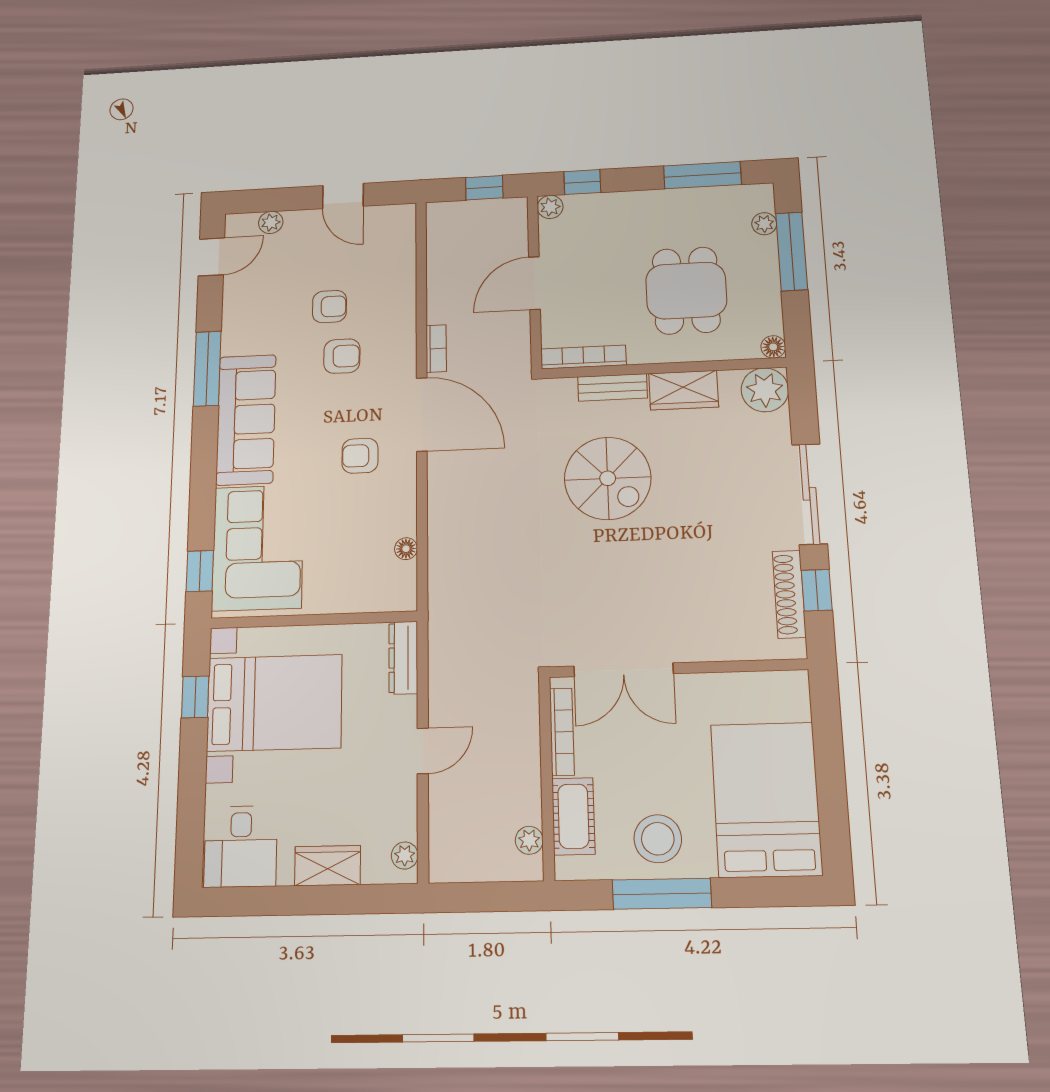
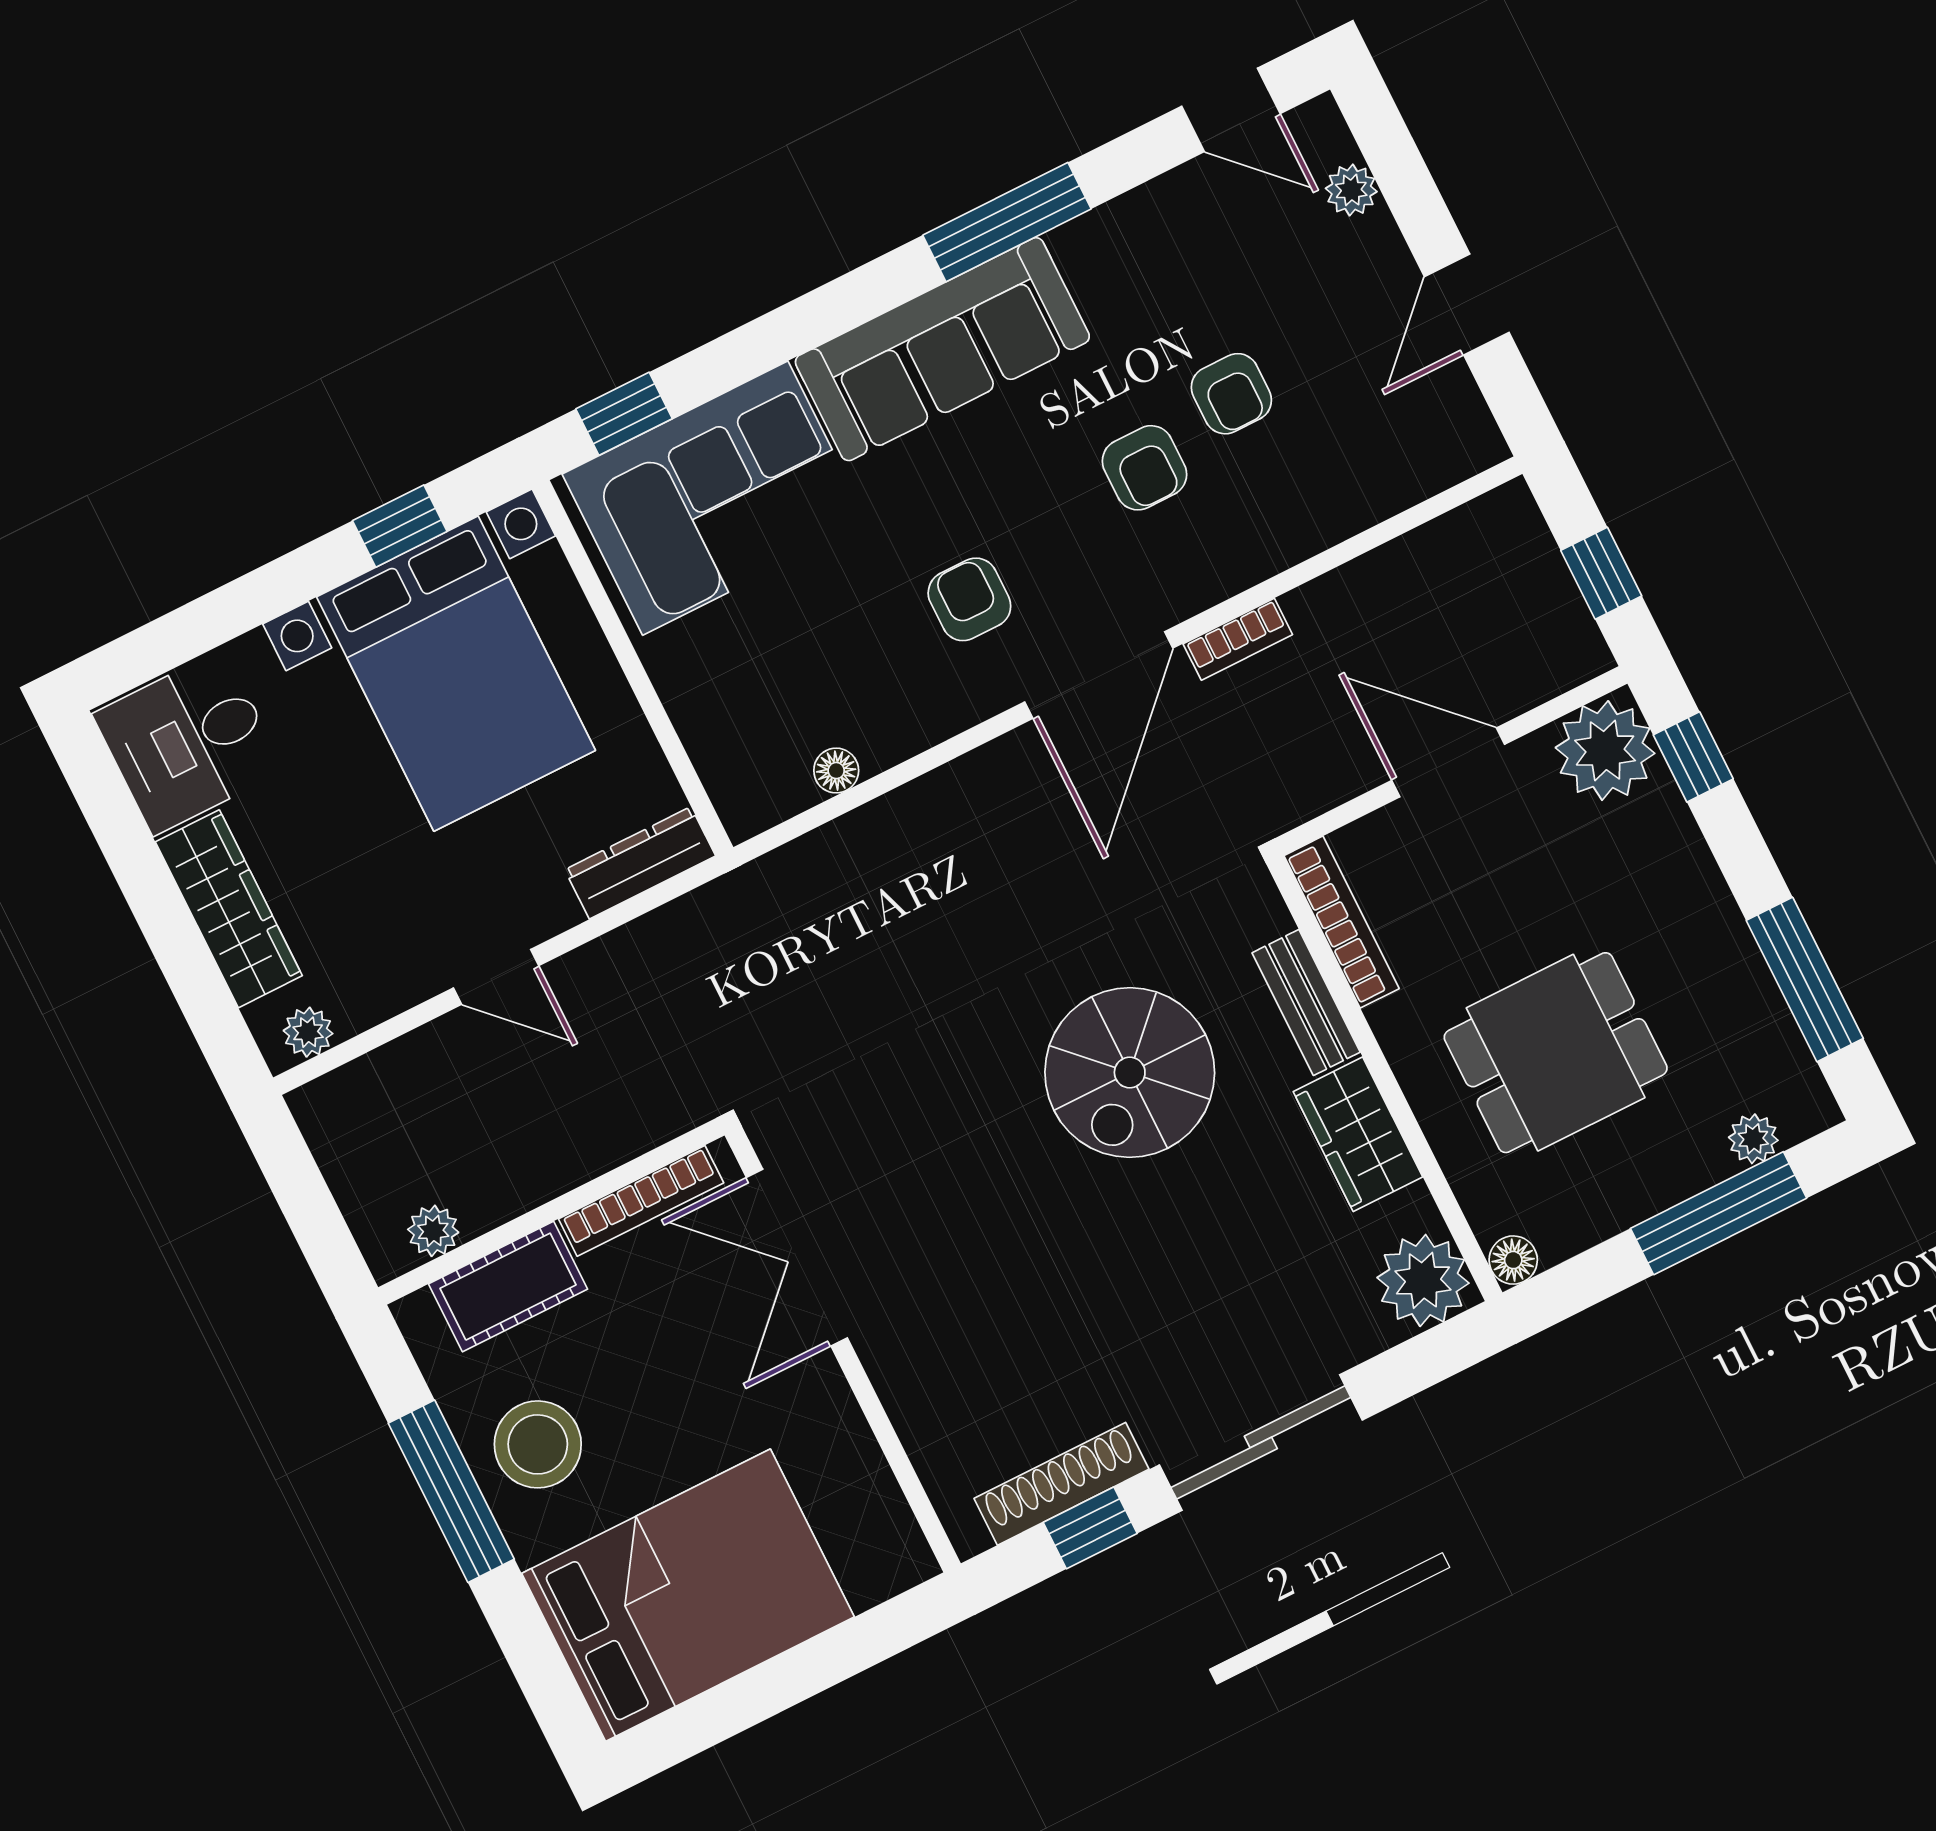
plant: (550, 207) -> (1605, 751), width x1.88, depth x1.88
wardrobe: (328, 866) -> (229, 909), width x1.50

